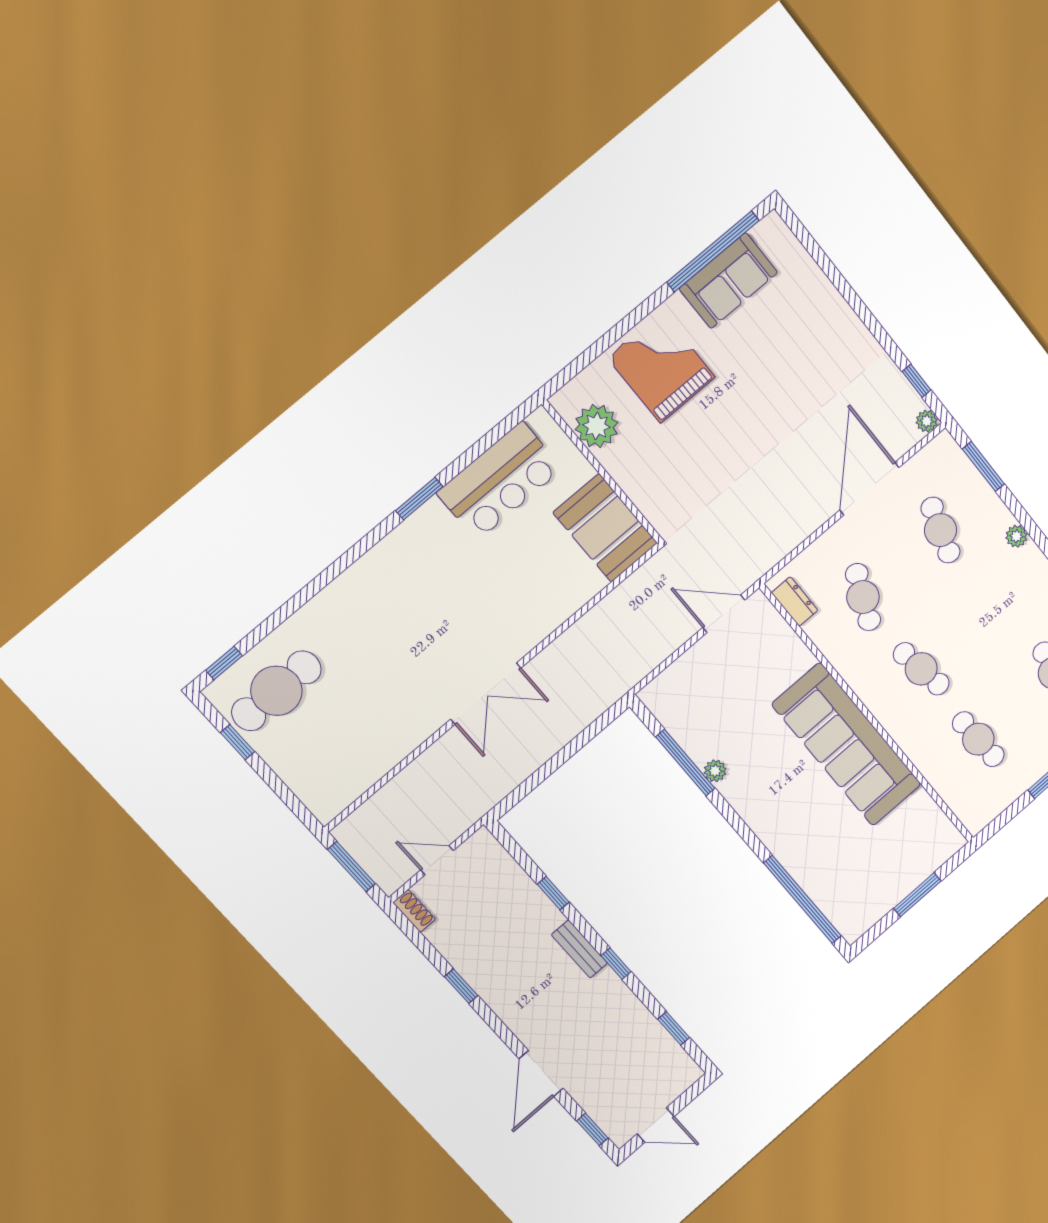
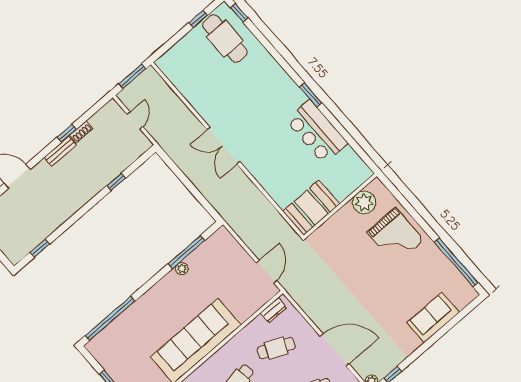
sofa: (728, 281) -> (433, 318), moved, turned 90
grand piano: (661, 367) -> (395, 236), turned 90
bar counter: (500, 481) -> (317, 132), moved
window: (419, 499) -> (311, 95), moved
shoe rack: (414, 911) -> (81, 132), moved
bench: (579, 949) -> (60, 151), moved
window: (616, 964) -> (77, 216), removed

